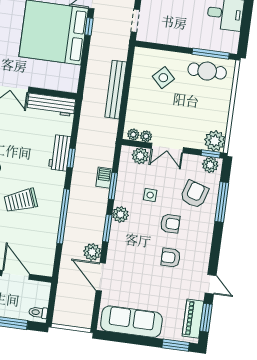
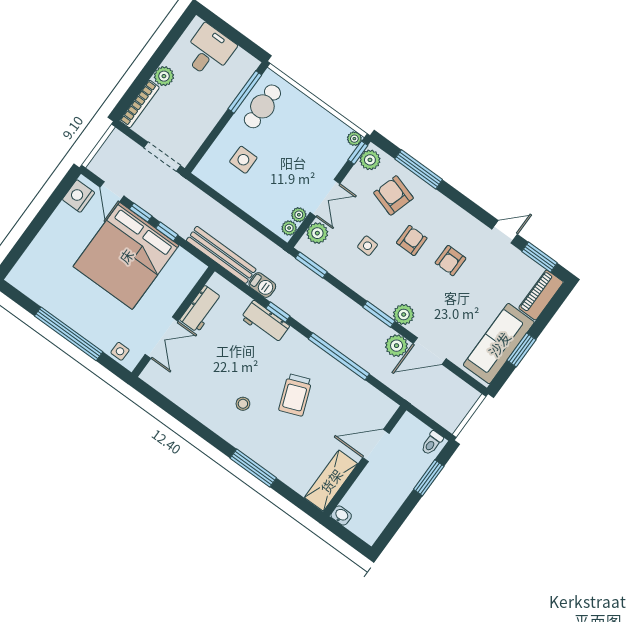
doorway: (135, 21) -> (162, 157), width x1.38
window: (86, 52) -> (167, 231), added
side table: (163, 78) -> (243, 160), turned 45
bench: (116, 90) -> (221, 255), moved
workbench: (51, 105) -> (201, 309), width x0.73
plant: (215, 141) -> (354, 139), width x0.53, depth x0.53
barbecue: (104, 178) -> (262, 285), moved, turned 180
window: (113, 186) -> (311, 265), moved
plant: (120, 214) -> (404, 314), moved
piano: (193, 319) -> (541, 295), moved, turned 90
window: (176, 345) -> (521, 350), moved

